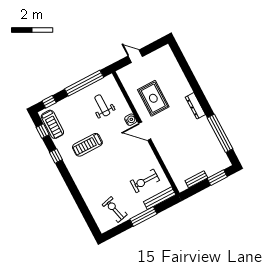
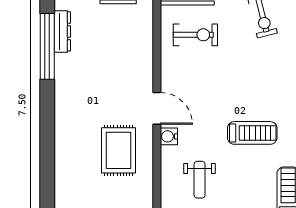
dresser: (195, 106) -> (62, 31), moved

